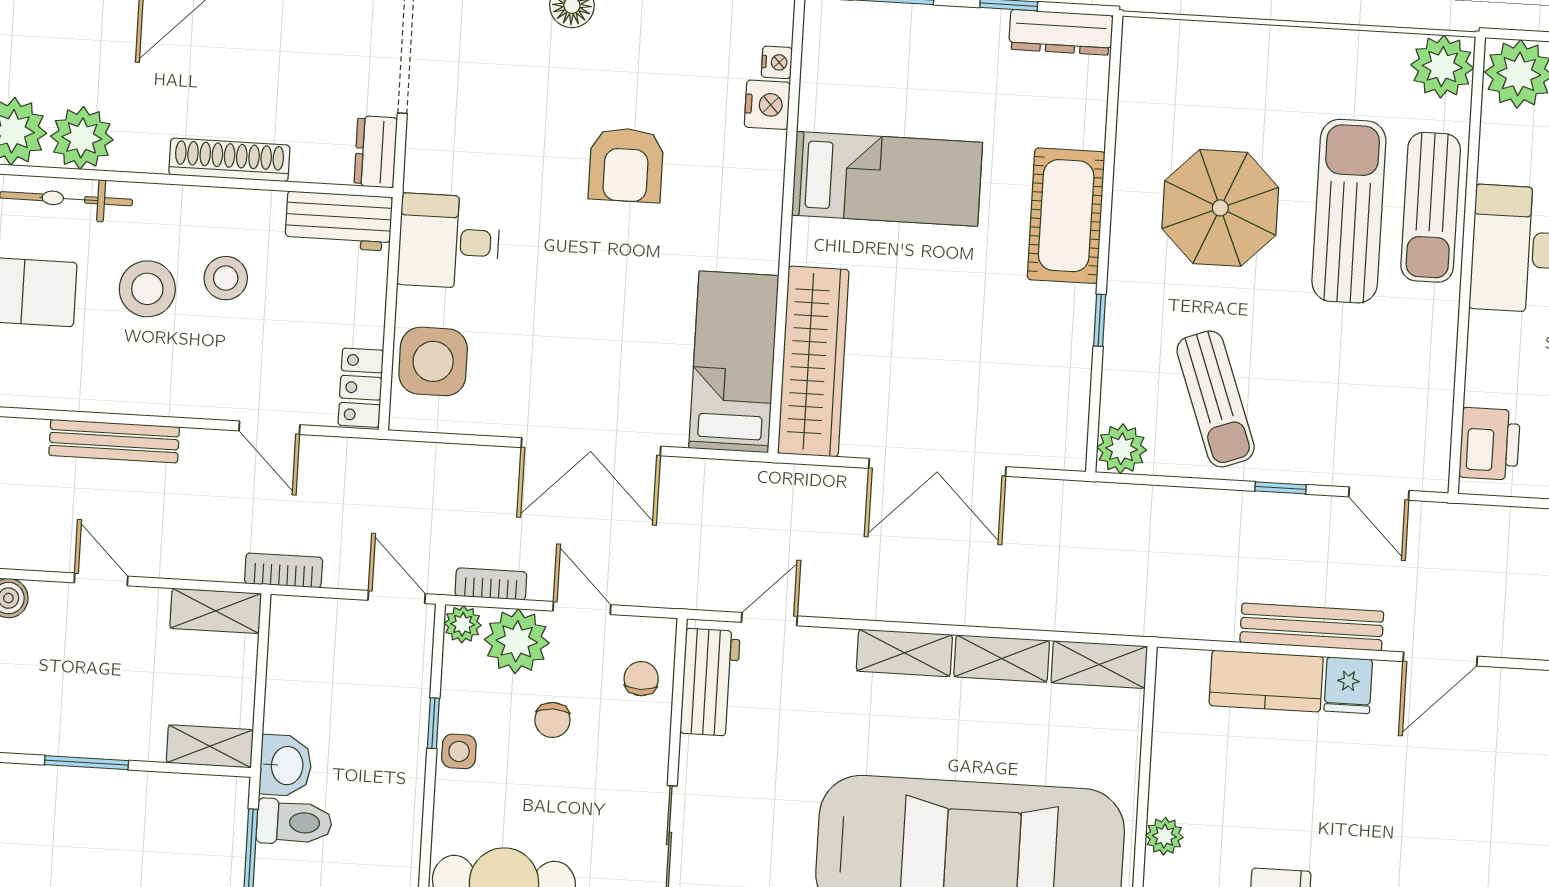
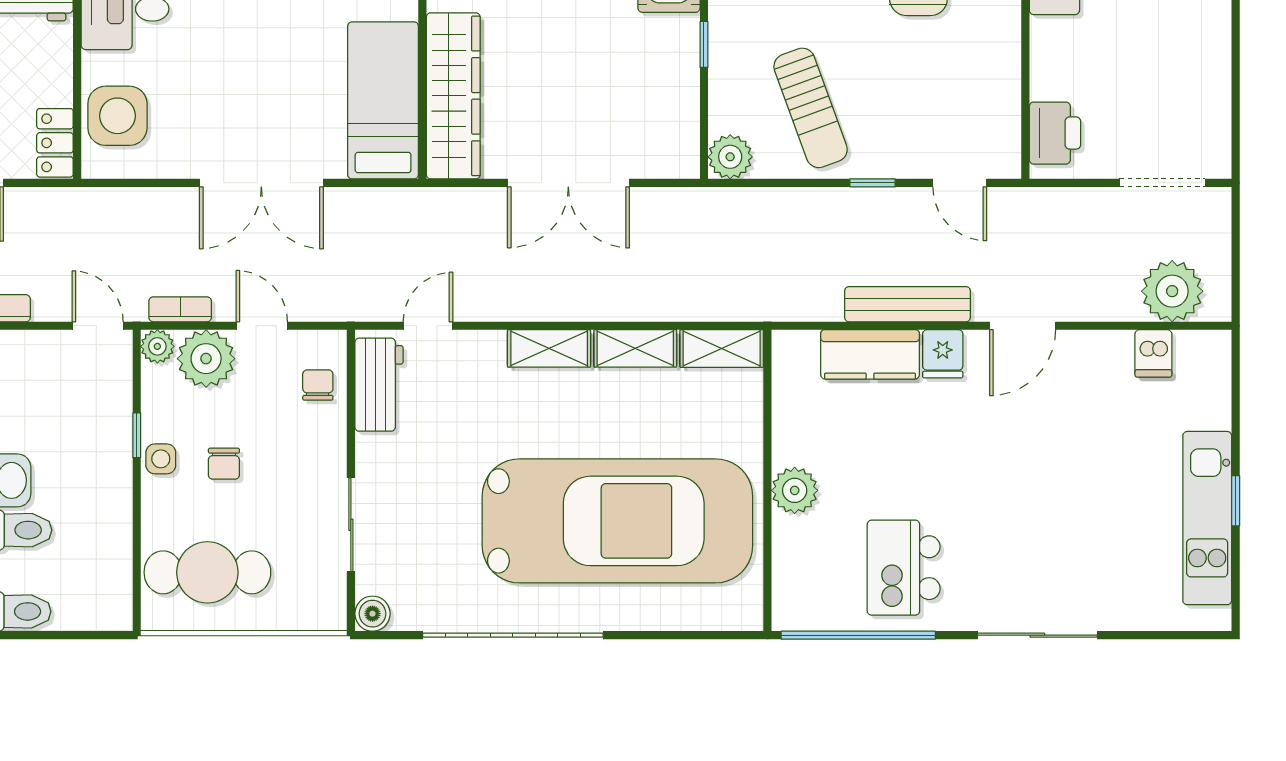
chair: (552, 720) -> (224, 464), moved
plant: (1164, 836) -> (795, 490), width x1.38, depth x1.38

